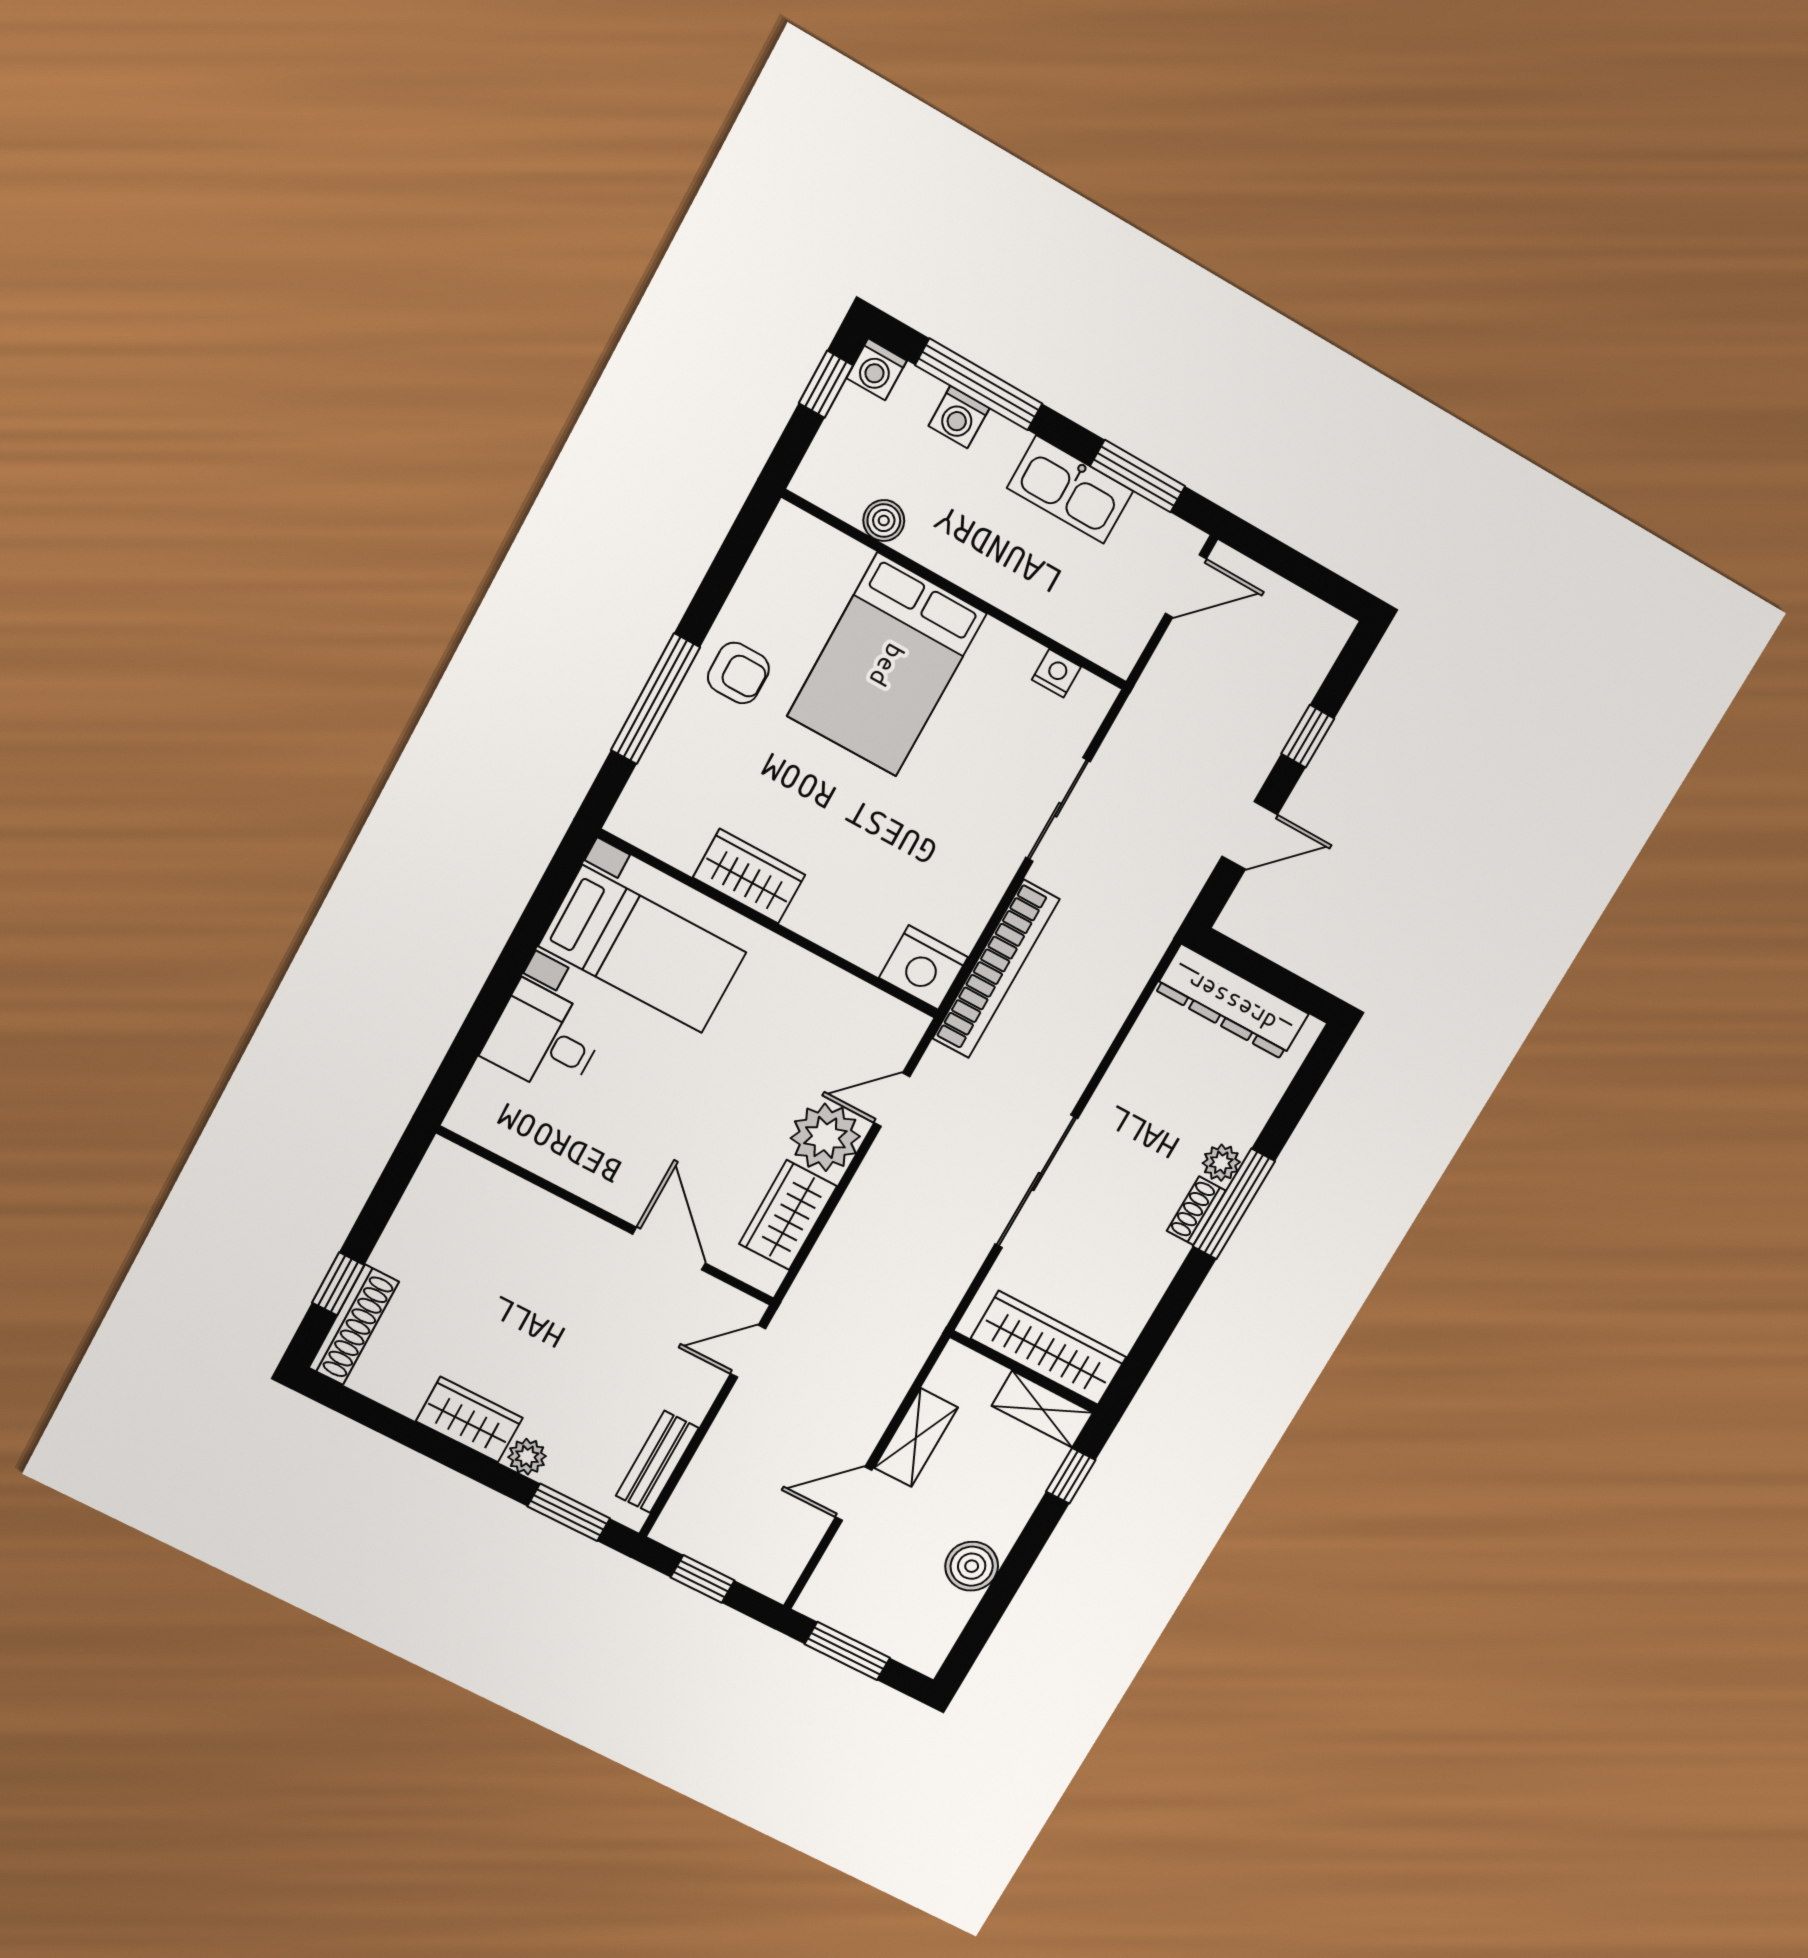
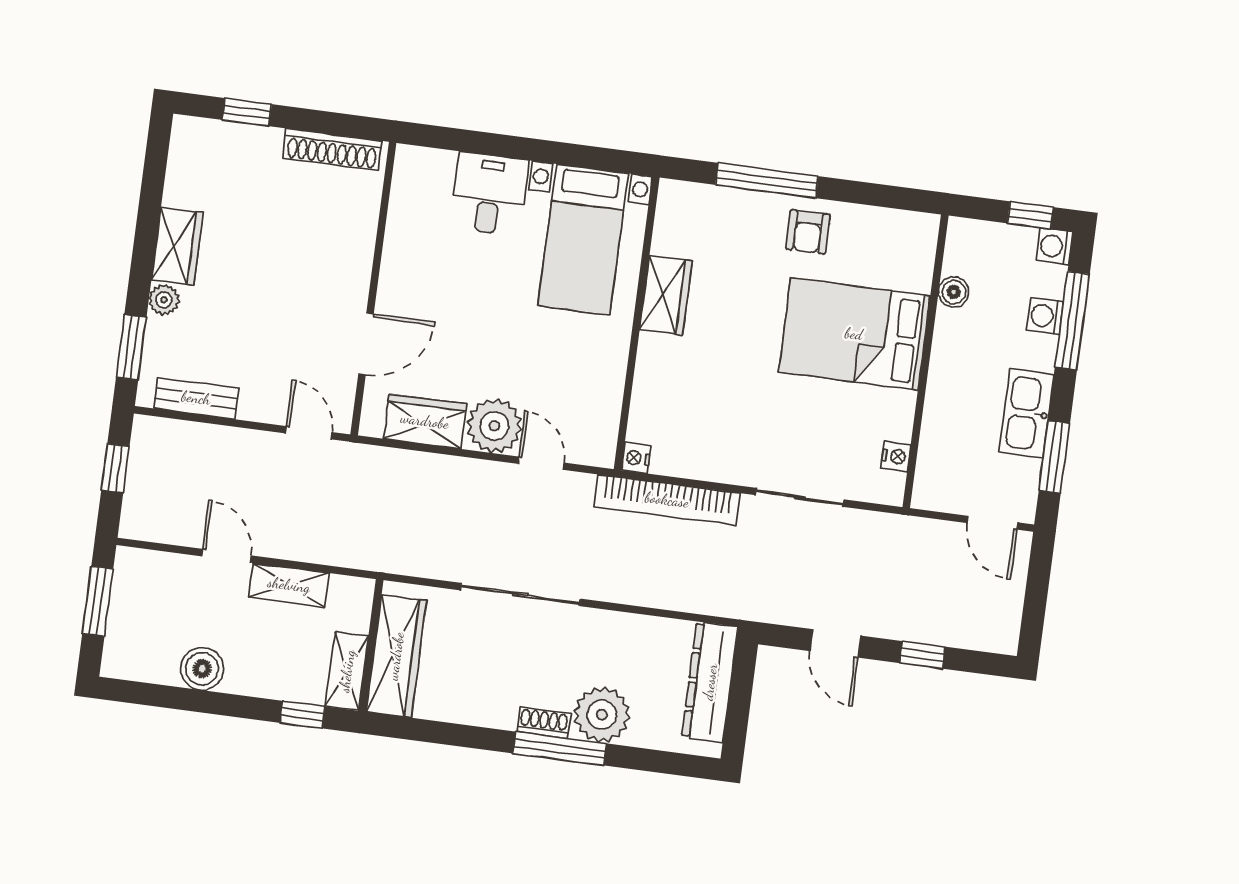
nightstand: (923, 968) -> (636, 458), width x0.53, depth x0.56
plant: (1221, 1163) -> (602, 715), width x1.87, depth x1.87
shoe rack: (354, 1325) -> (332, 150), moved

